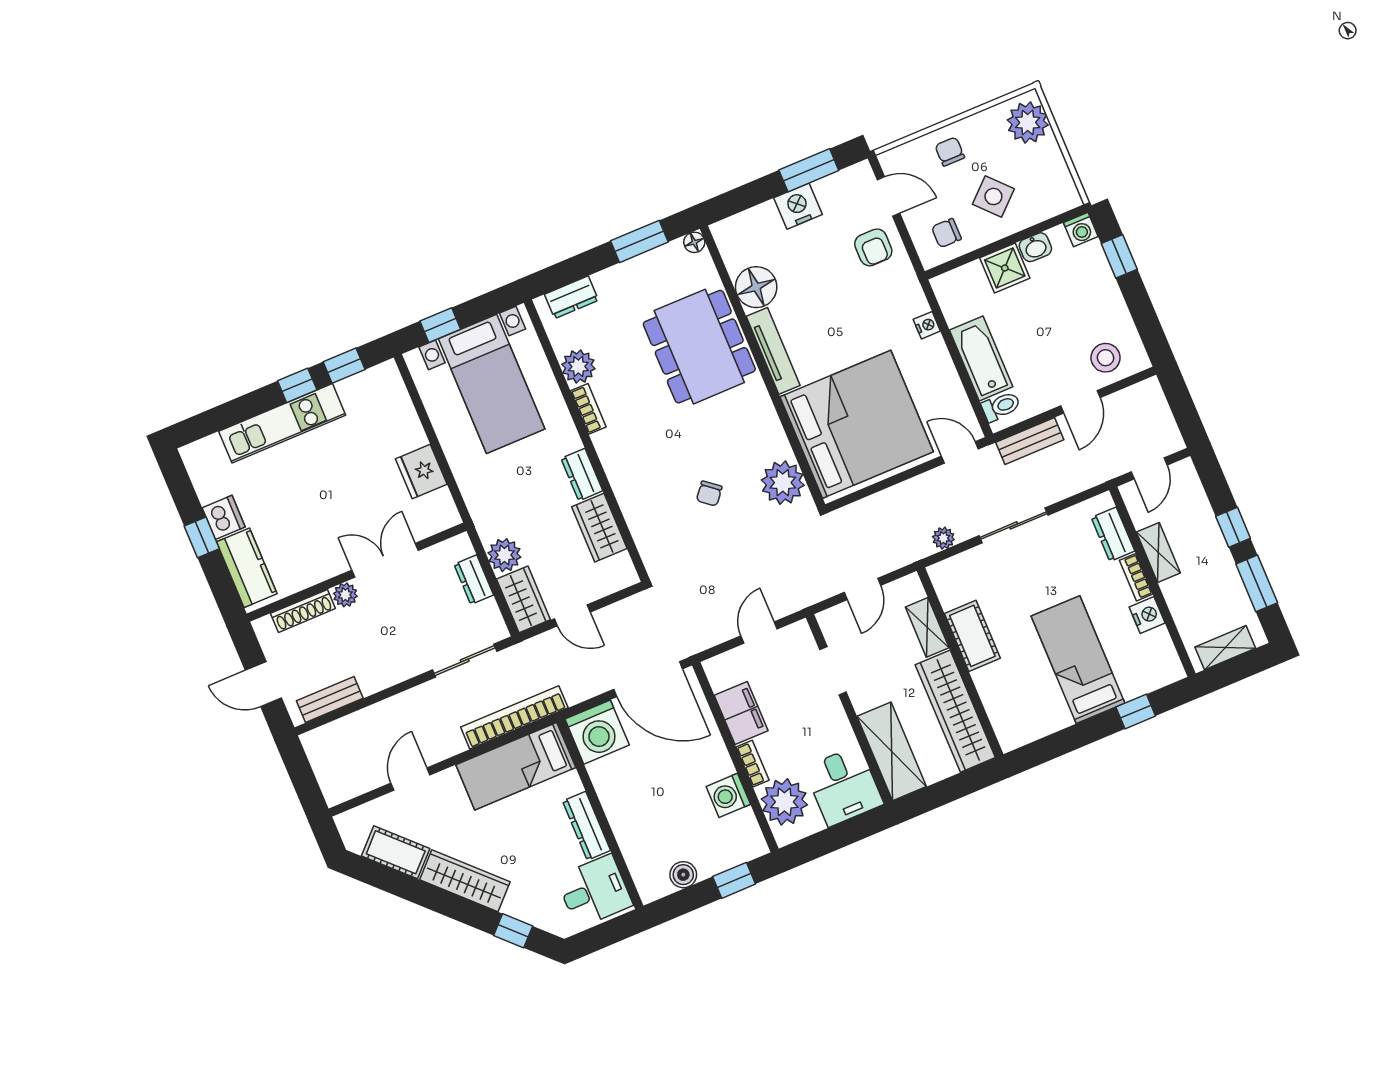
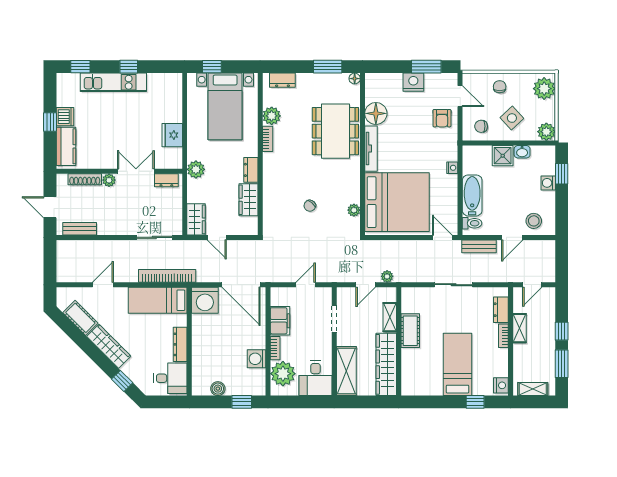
plant: (1063, 195) -> (546, 132), added
washing machine: (1081, 230) -> (548, 183), moved, turned 90
window: (344, 366) -> (80, 67), moved
plant: (783, 483) -> (354, 210), width x0.53, depth x0.53
plant: (943, 538) -> (387, 276), moved
plant: (504, 555) -> (196, 169), moved
dresser: (474, 580) -> (166, 180), moved, turned -90
nightstand: (1147, 615) -> (501, 385), moved

